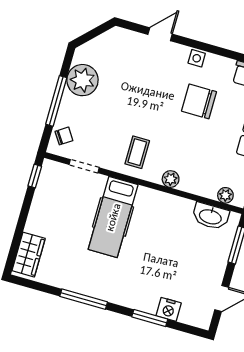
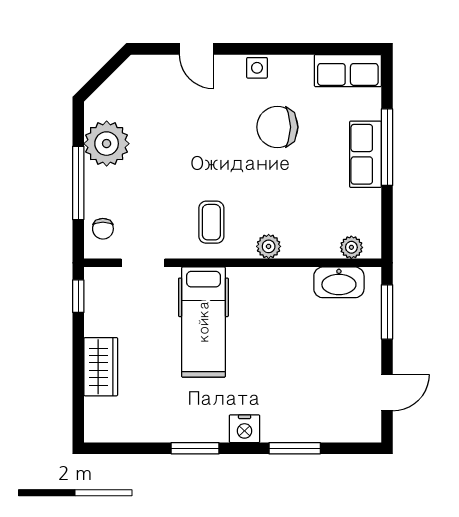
door: (160, 34) -> (196, 49), swing flipped
chair: (64, 136) -> (103, 229), turned 124
wardrobe: (29, 255) -> (101, 367), moved
window: (84, 299) -> (195, 448), width x0.69
nightstand: (169, 309) -> (245, 429), moved

